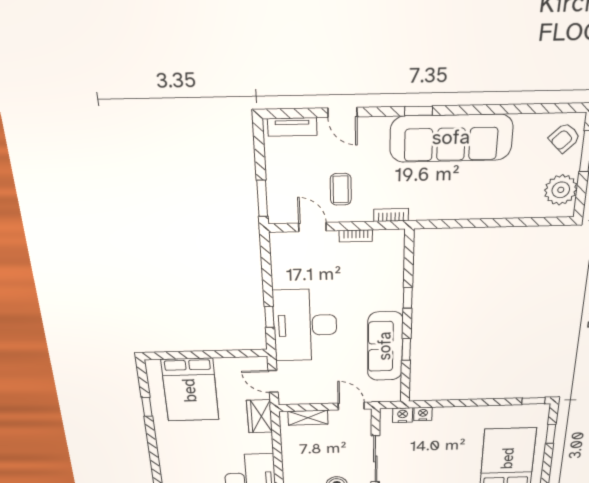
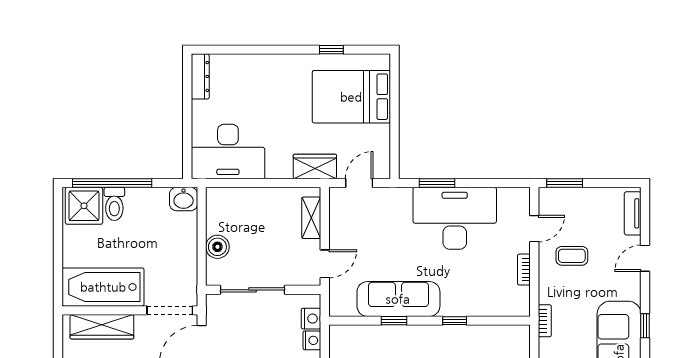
bookcase: (391, 215) -> (545, 321), moved
window: (269, 317) -> (437, 183), width x1.50
desk: (305, 325) -> (455, 218), moved

